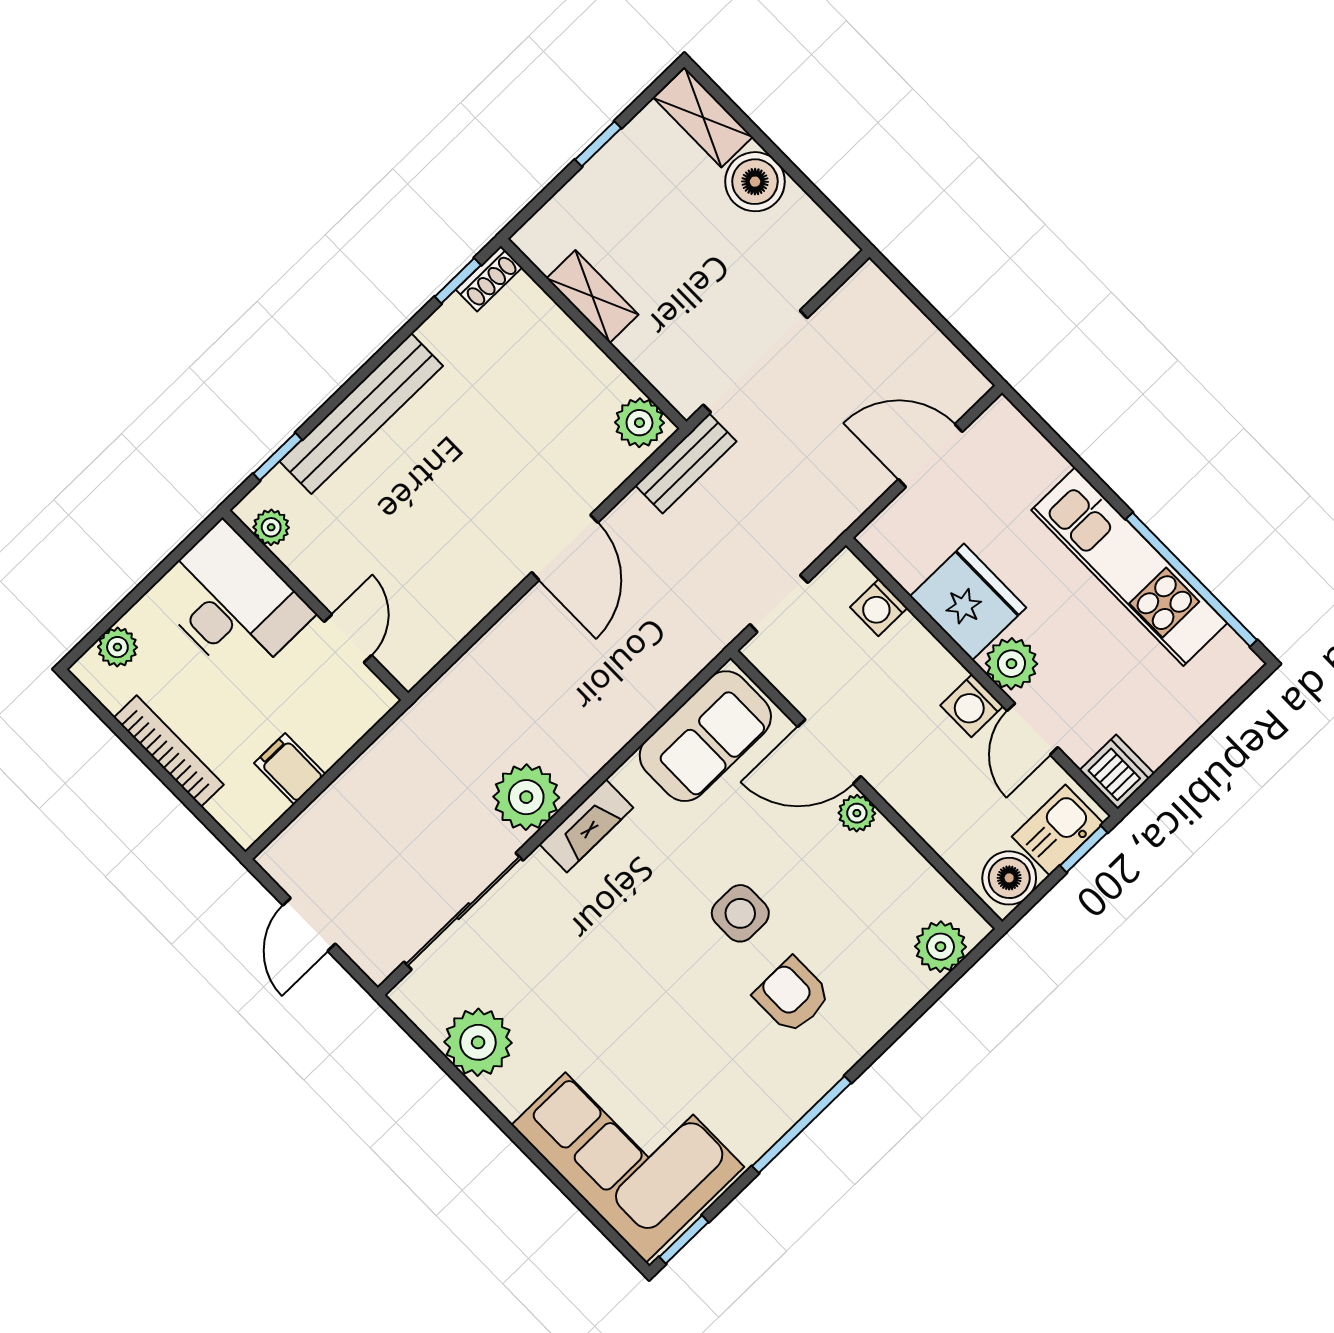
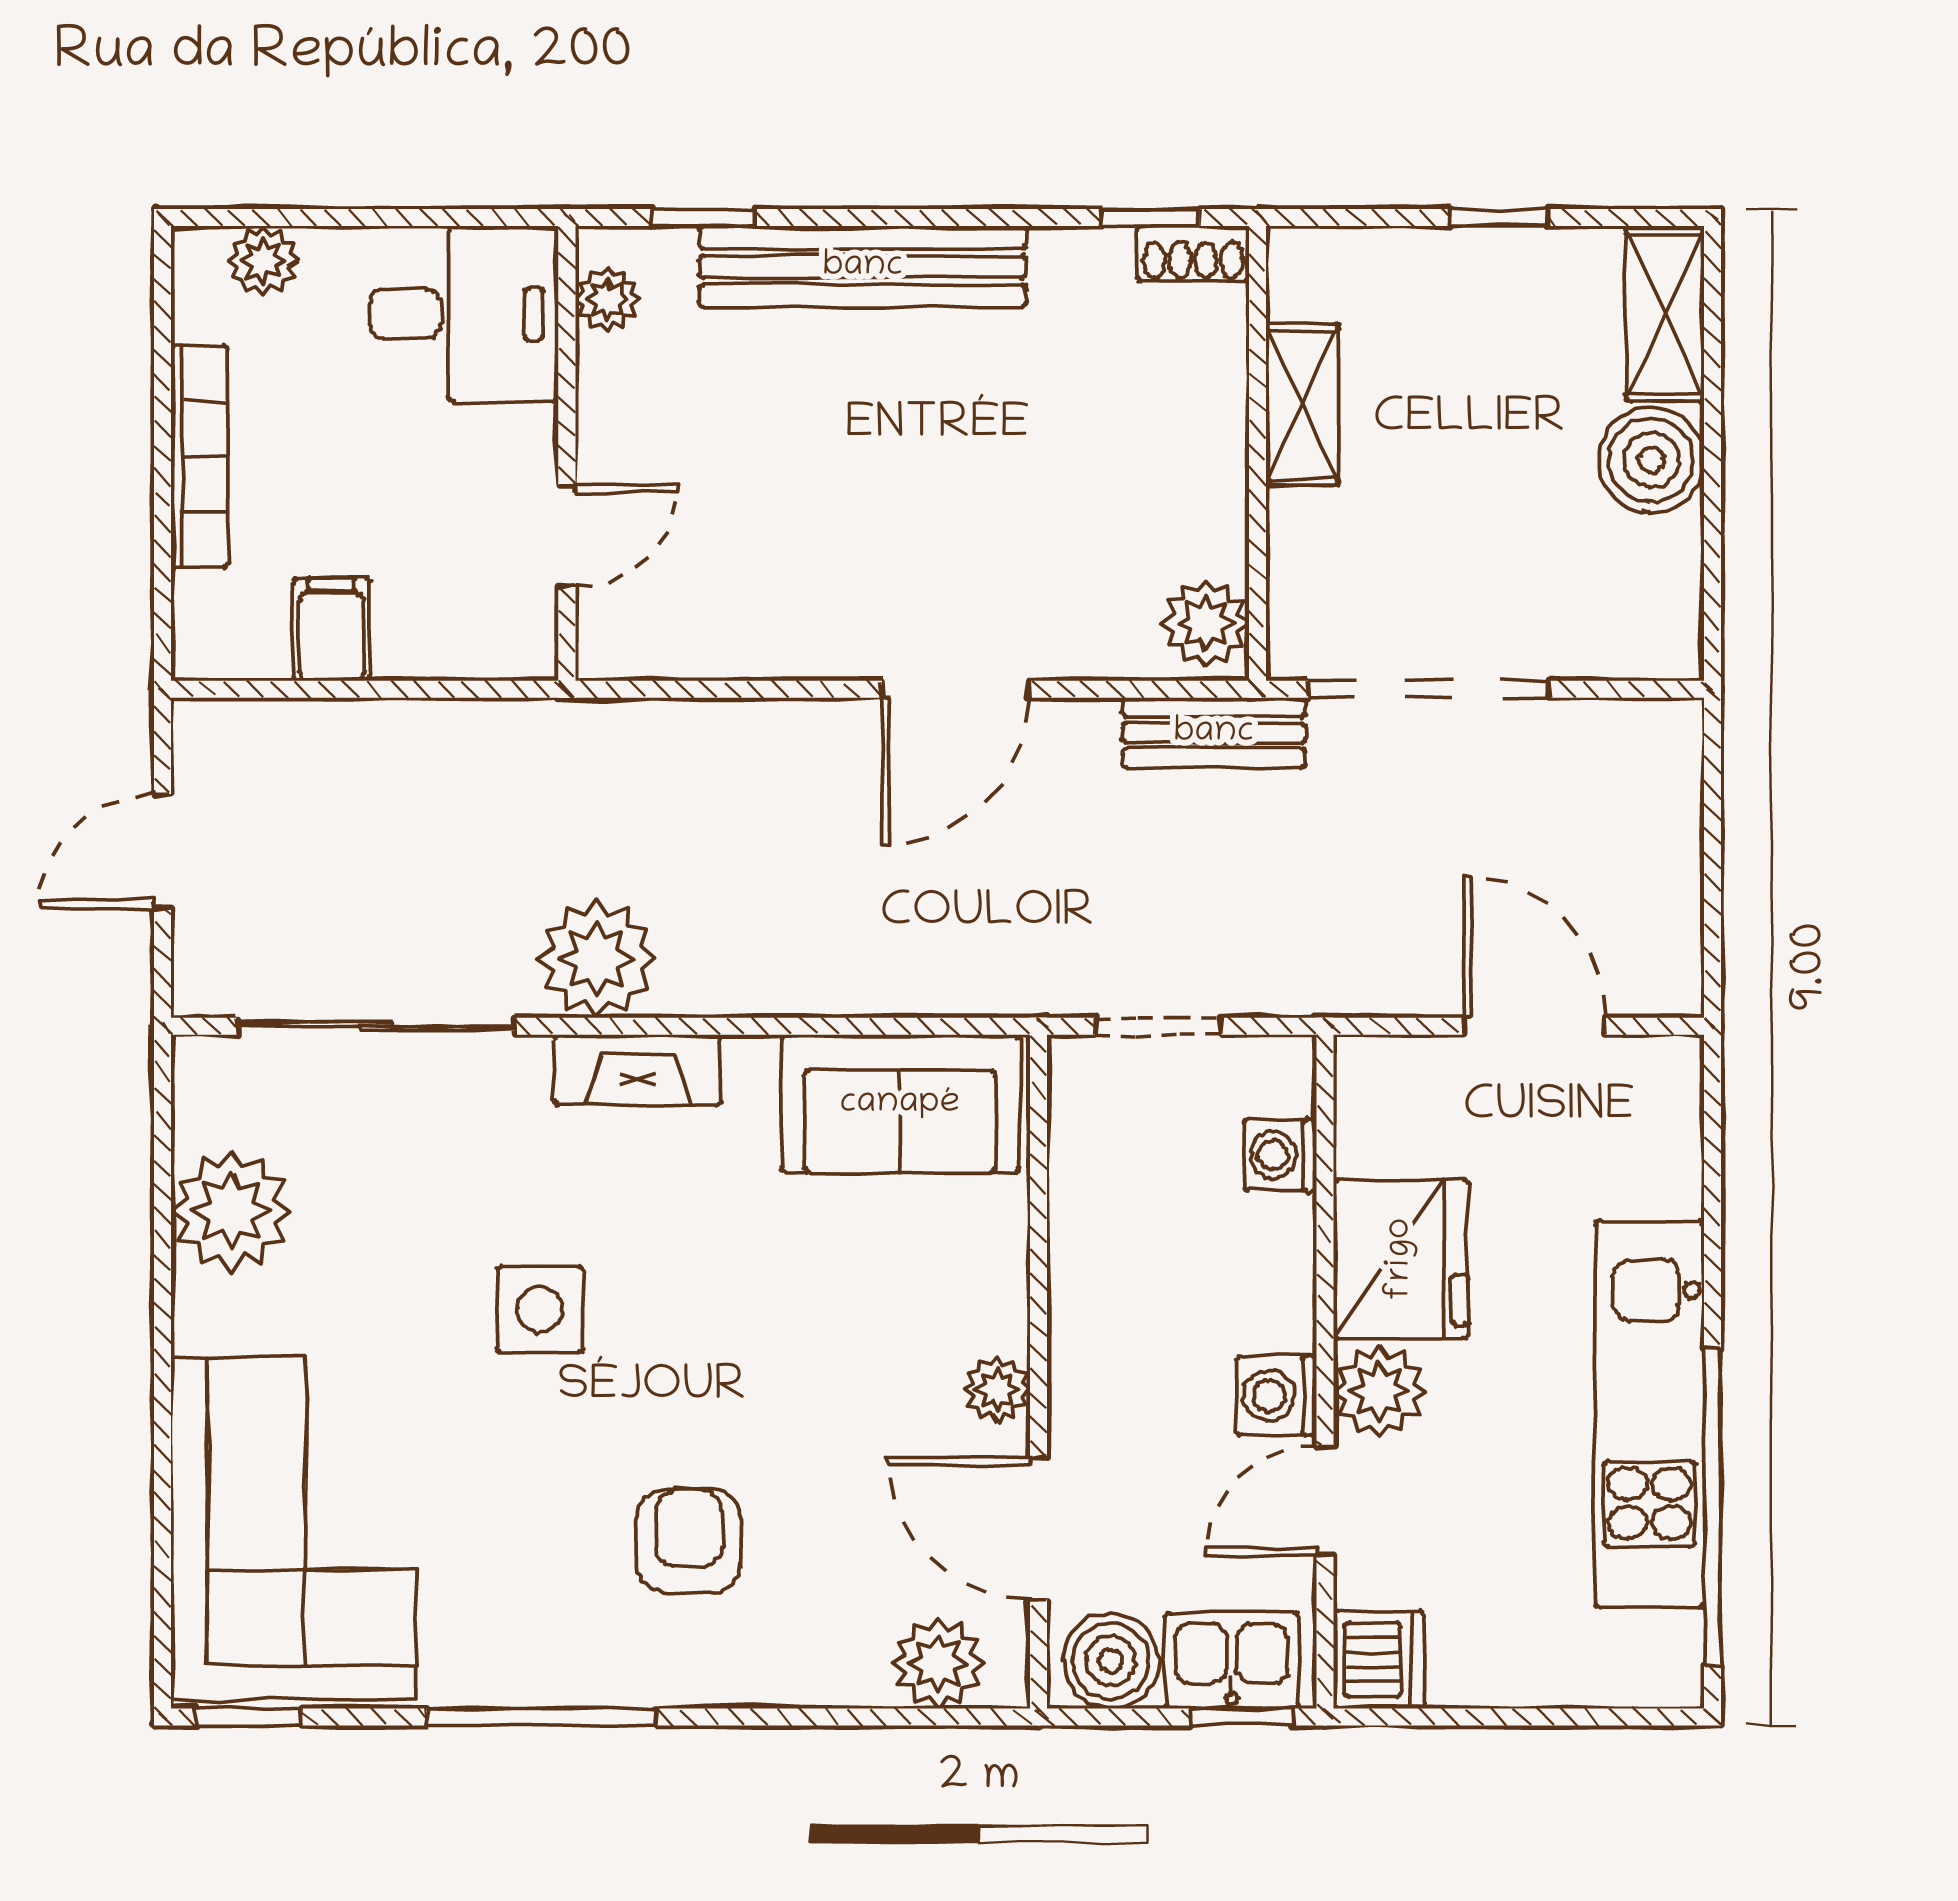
desk: (232, 603) -> (464, 314), width x0.73
door: (829, 752) -> (1039, 1528), moved
side table: (740, 913) -> (540, 1309), moved

